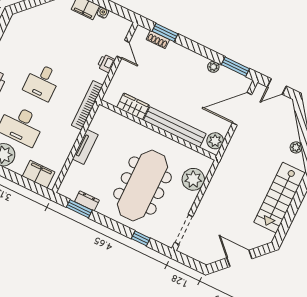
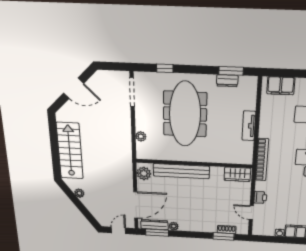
dresser: (233, 77) -> (154, 225), added
wardrobe: (133, 106) -> (237, 174), moved
plant: (193, 179) -> (141, 136), width x0.53, depth x0.53

